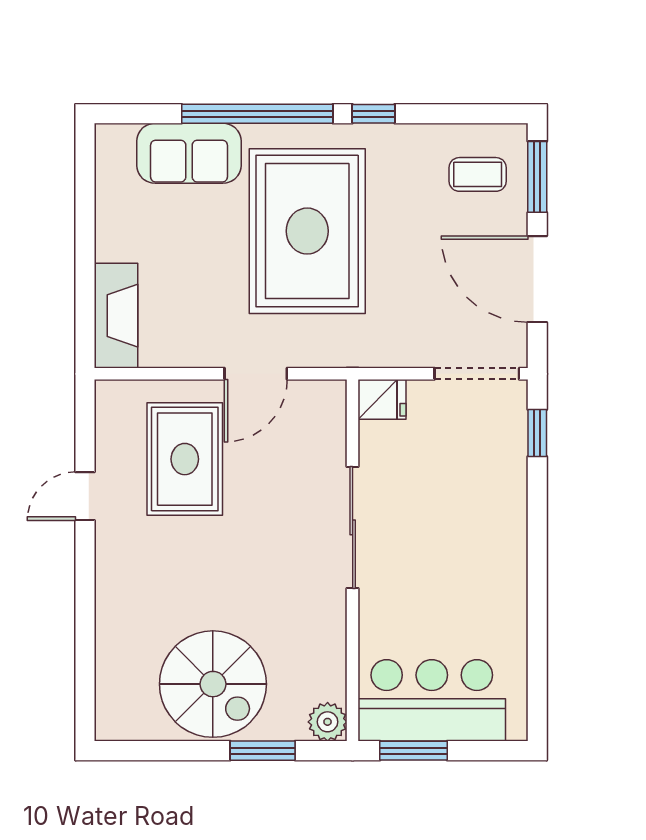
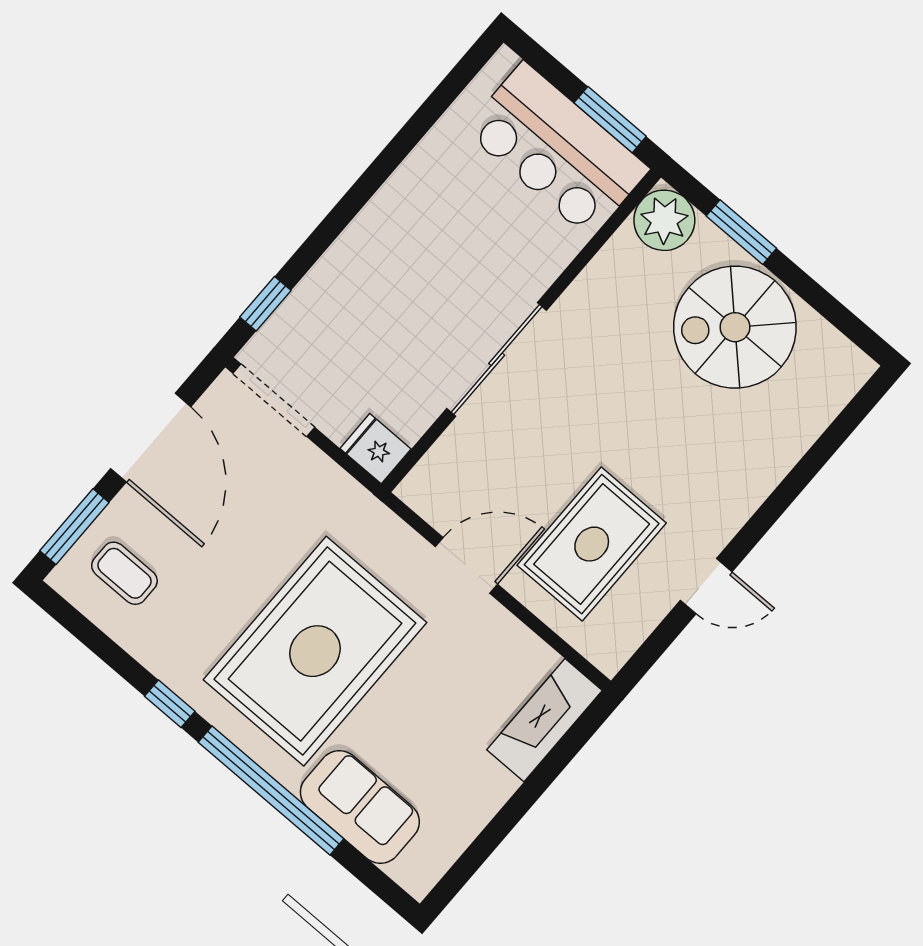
spiral stairs: (213, 684) -> (735, 327), turned -90
plant: (328, 722) -> (664, 220), width x1.36, depth x1.36

